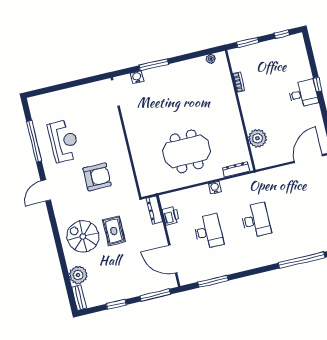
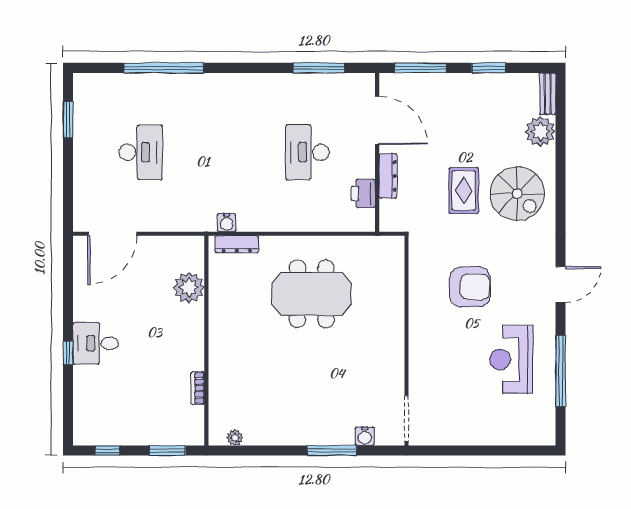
armchair: (97, 177) -> (470, 287), turned 180
water cooler: (215, 188) -> (227, 223), moved
dresser: (155, 210) -> (388, 176), moved
desk: (256, 220) -> (141, 152), moved, turned 180

